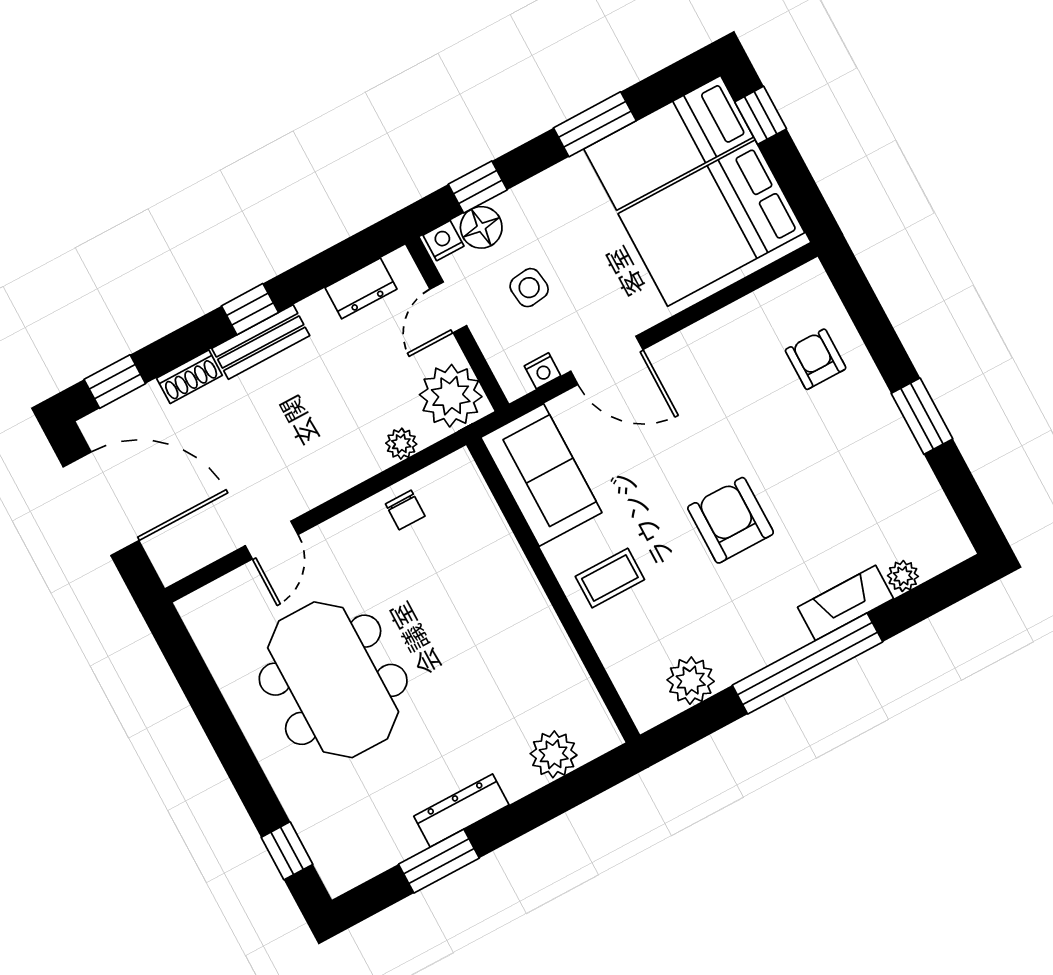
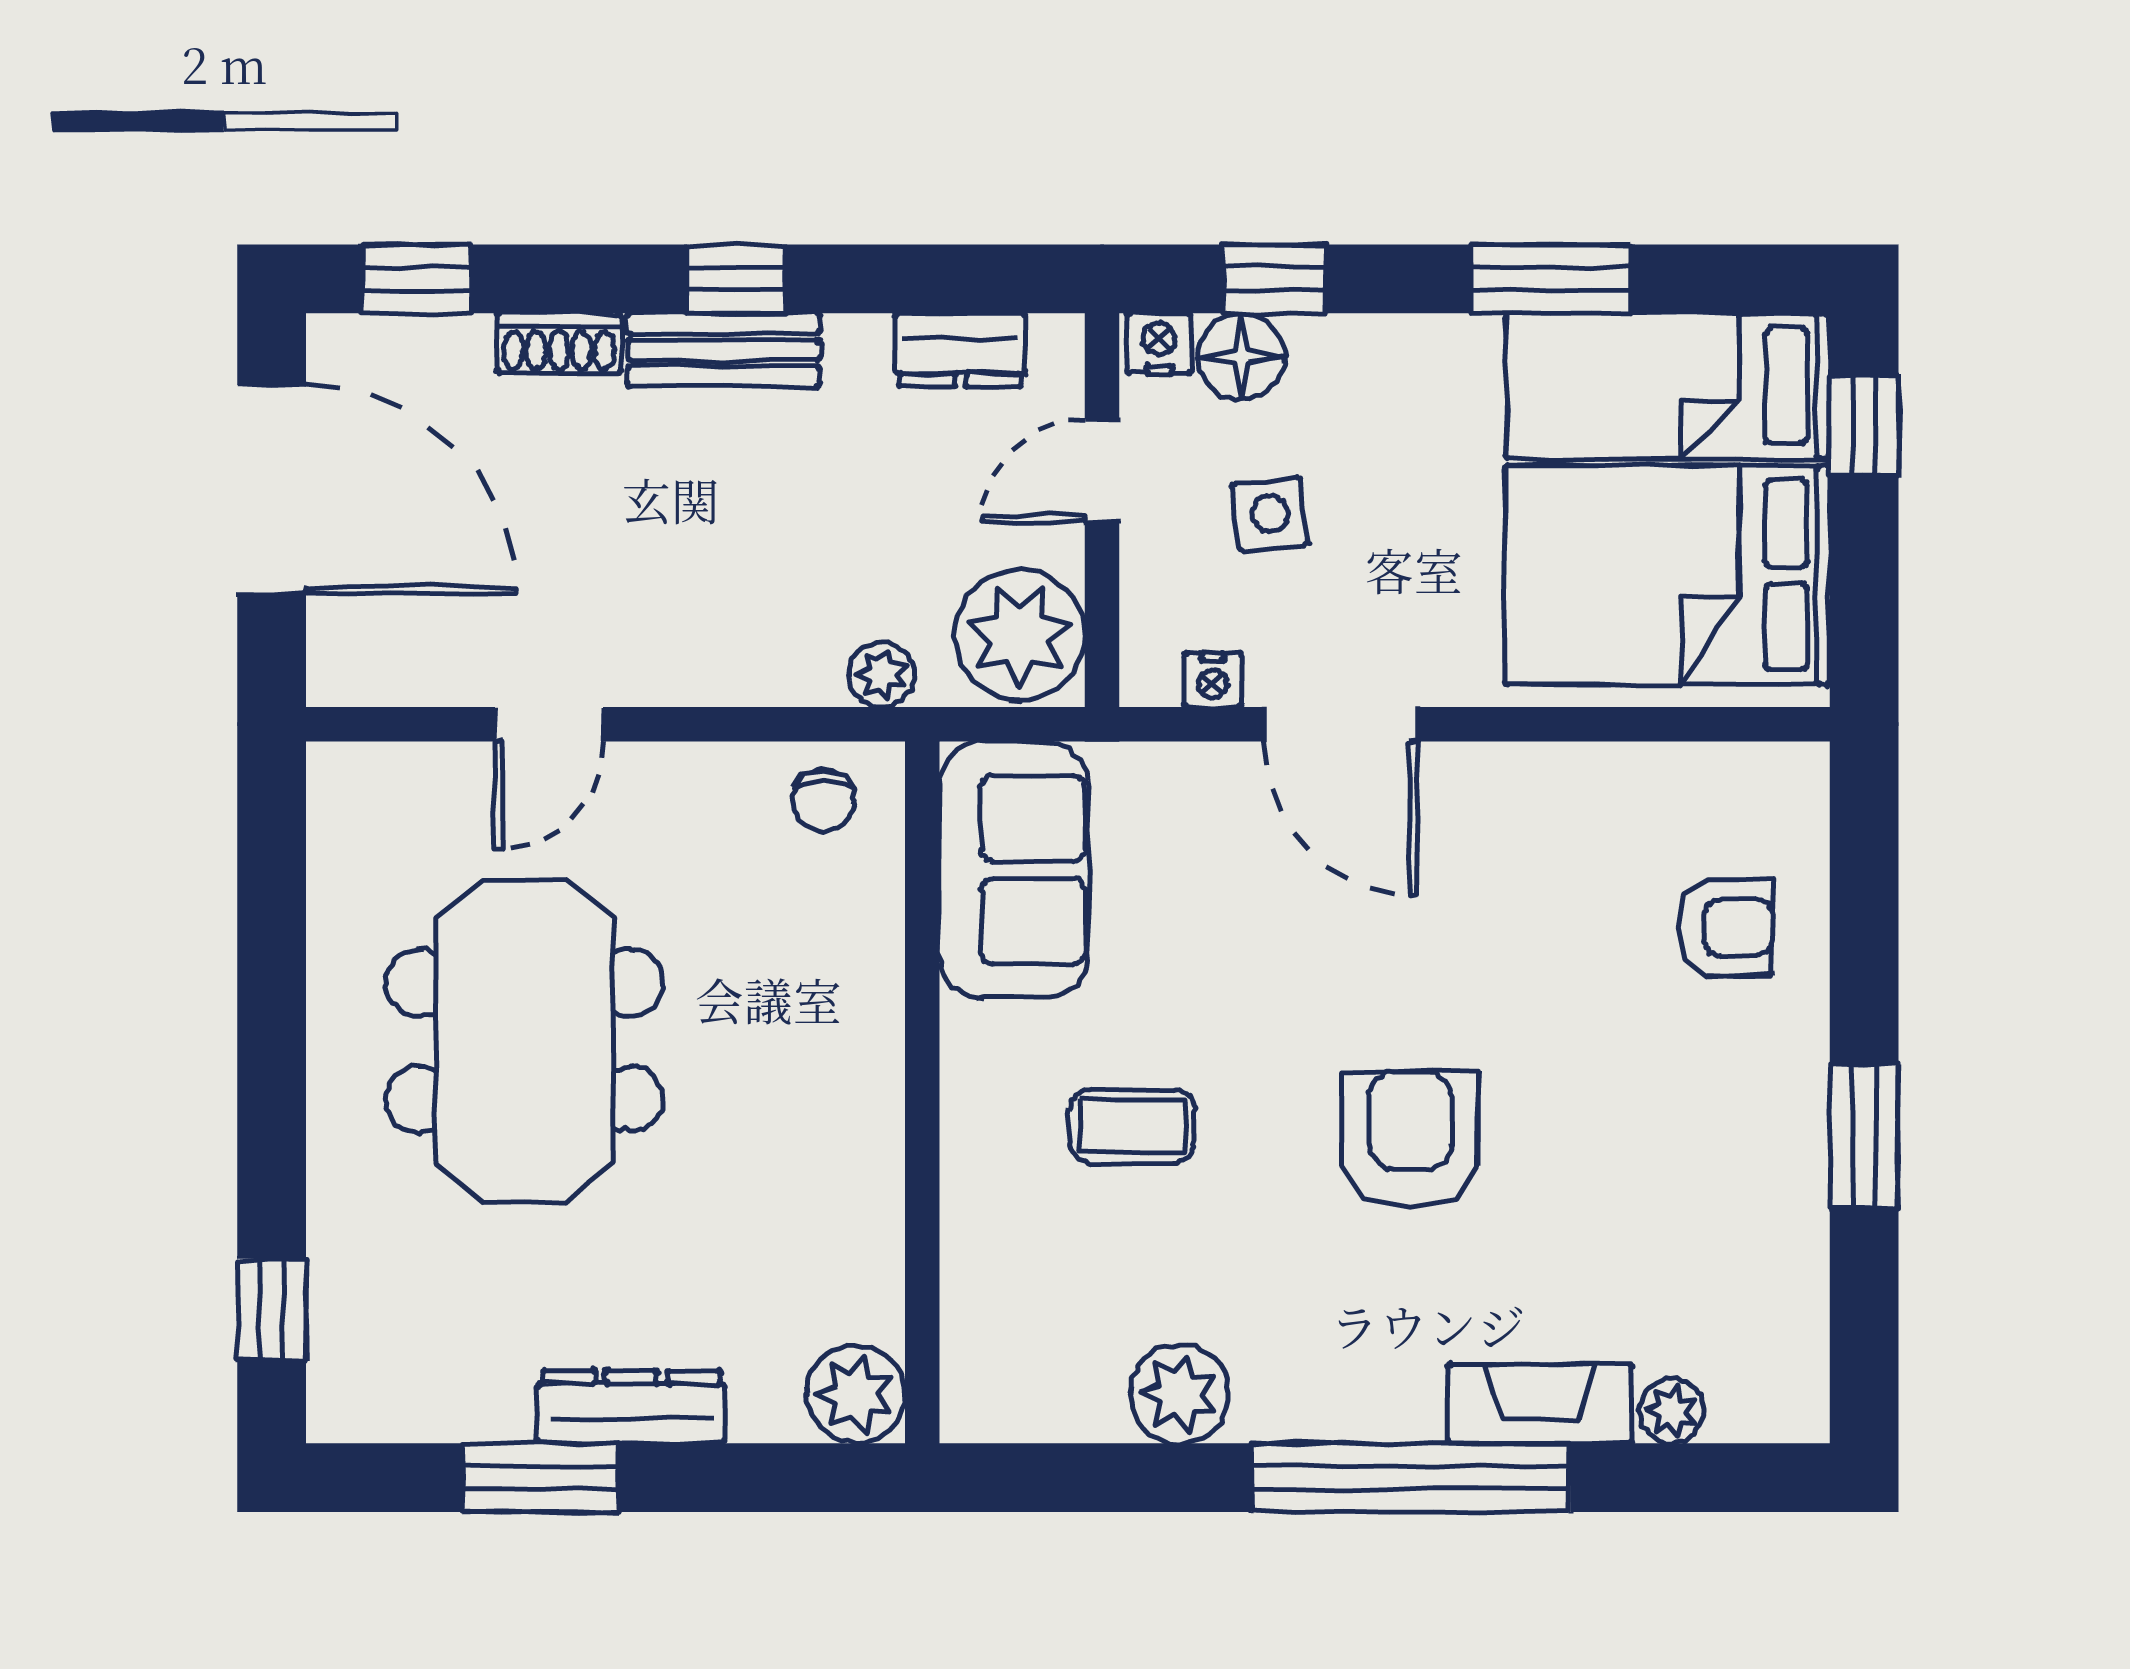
armchair: (816, 359) -> (1725, 927), turned 90
sofa: (541, 475) -> (1014, 870), moved
wall: (553, 590) -> (922, 1092), moved

